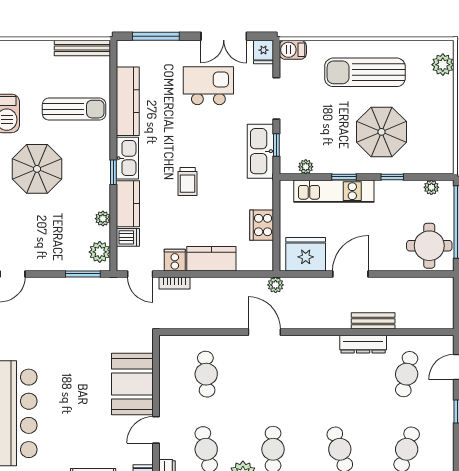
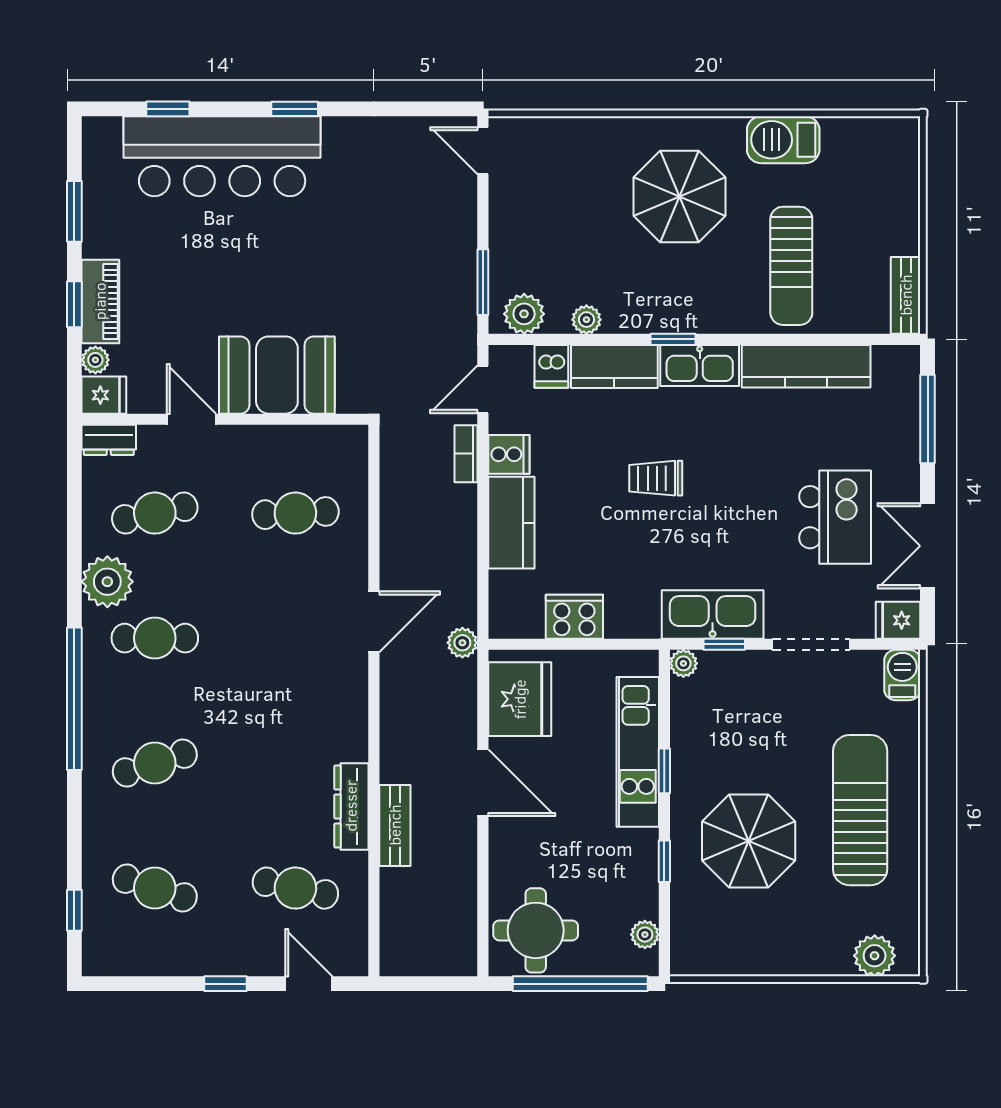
bench: (82, 48) -> (906, 295), width x0.73
plant: (306, 167) -> (683, 663), moved

